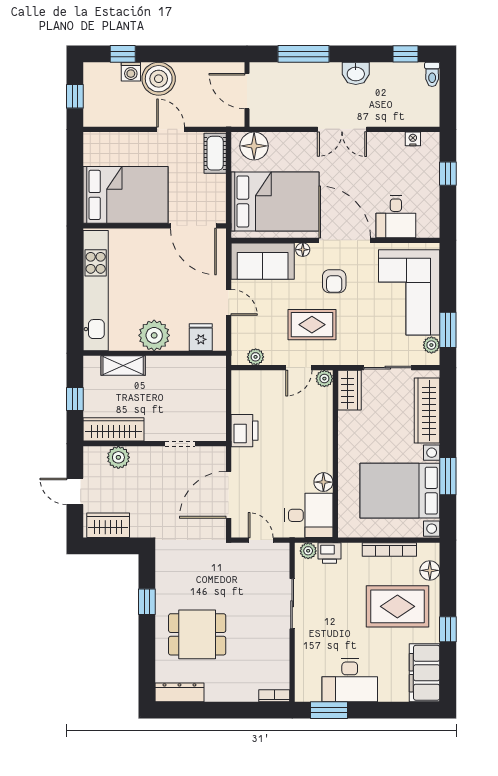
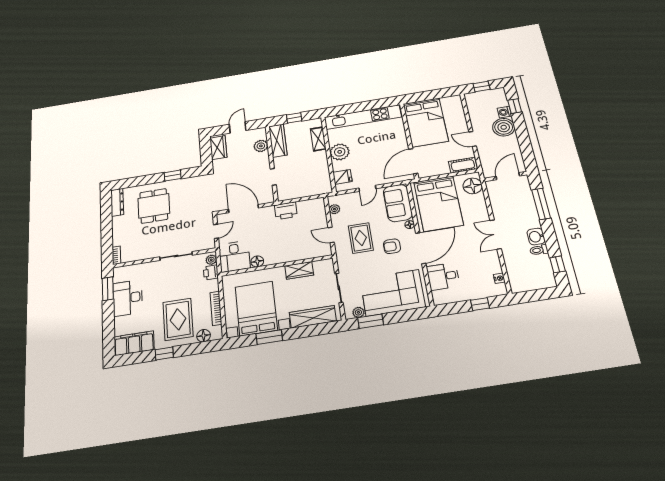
toilet: (432, 74) -> (539, 250), moved
door: (171, 129) -> (473, 139), swing flipped
plant: (324, 379) -> (326, 251), removed
wardrobe: (349, 390) -> (299, 270), moved

